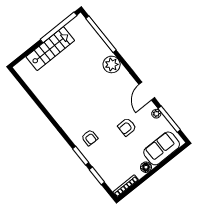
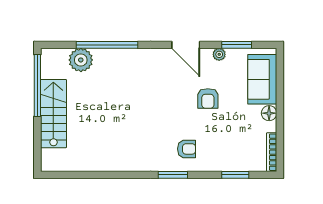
window: (101, 34) -> (107, 45), moved
plant: (112, 64) -> (81, 60), moved
window: (169, 119) -> (237, 45), width x0.69
window: (81, 156) -> (173, 175), moved

